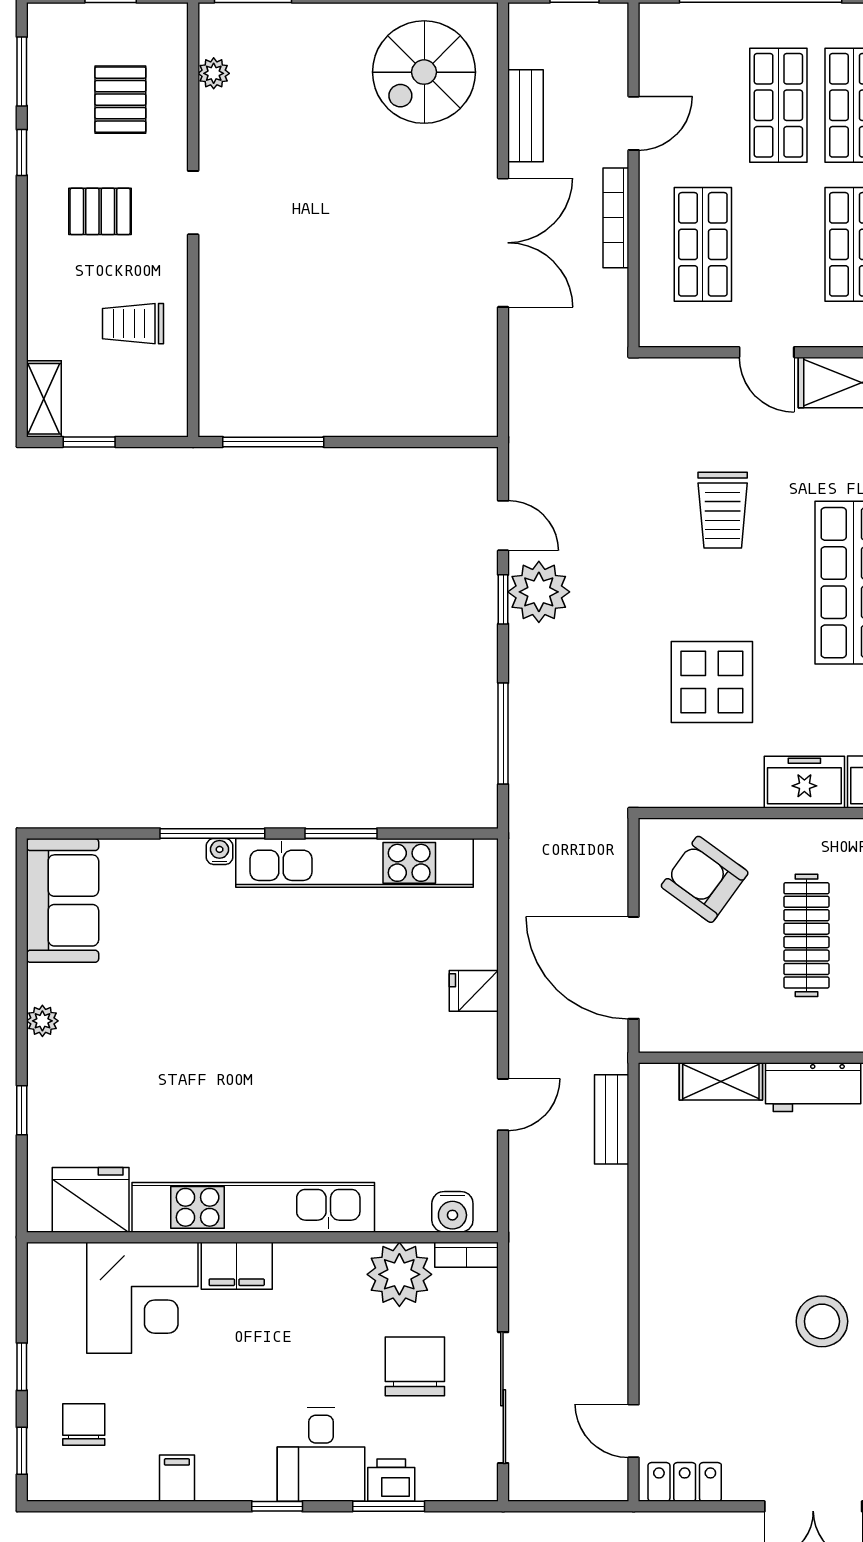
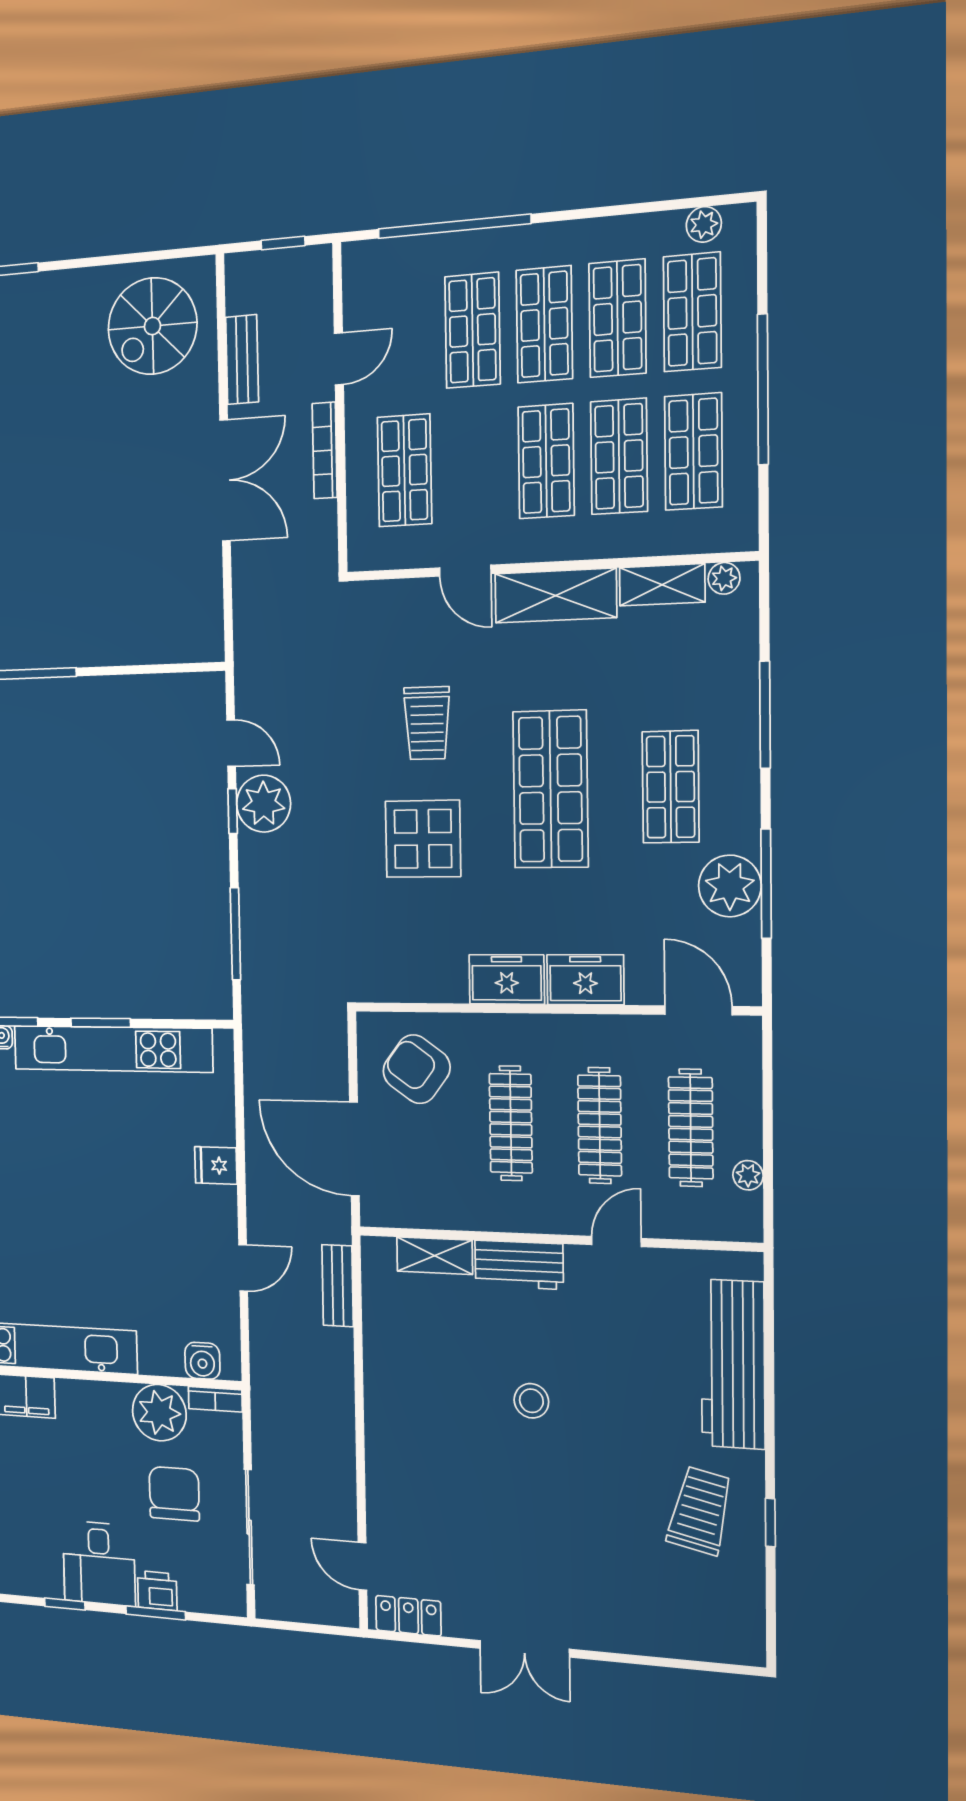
display table: (712, 682) -> (423, 839), moved
stool: (822, 1321) -> (531, 1401), moved, width x0.73, depth x0.73

